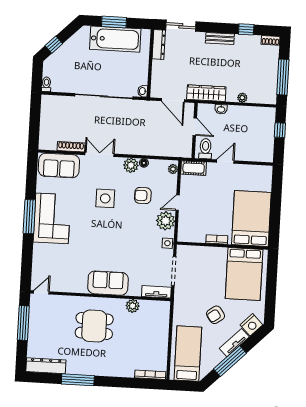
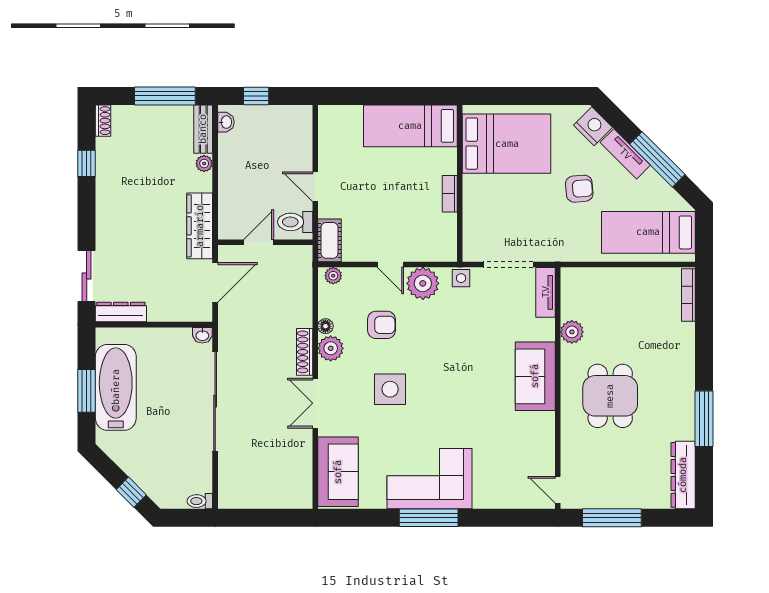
bench: (220, 39) -> (203, 129), moved
washbasin: (221, 109) -> (226, 122), moved
shoe rack: (71, 147) -> (305, 352), moved
armchair: (143, 196) -> (382, 325), turned -90
bed: (251, 218) -> (410, 126), width x0.67
armchair: (216, 315) -> (579, 189), turned -59

